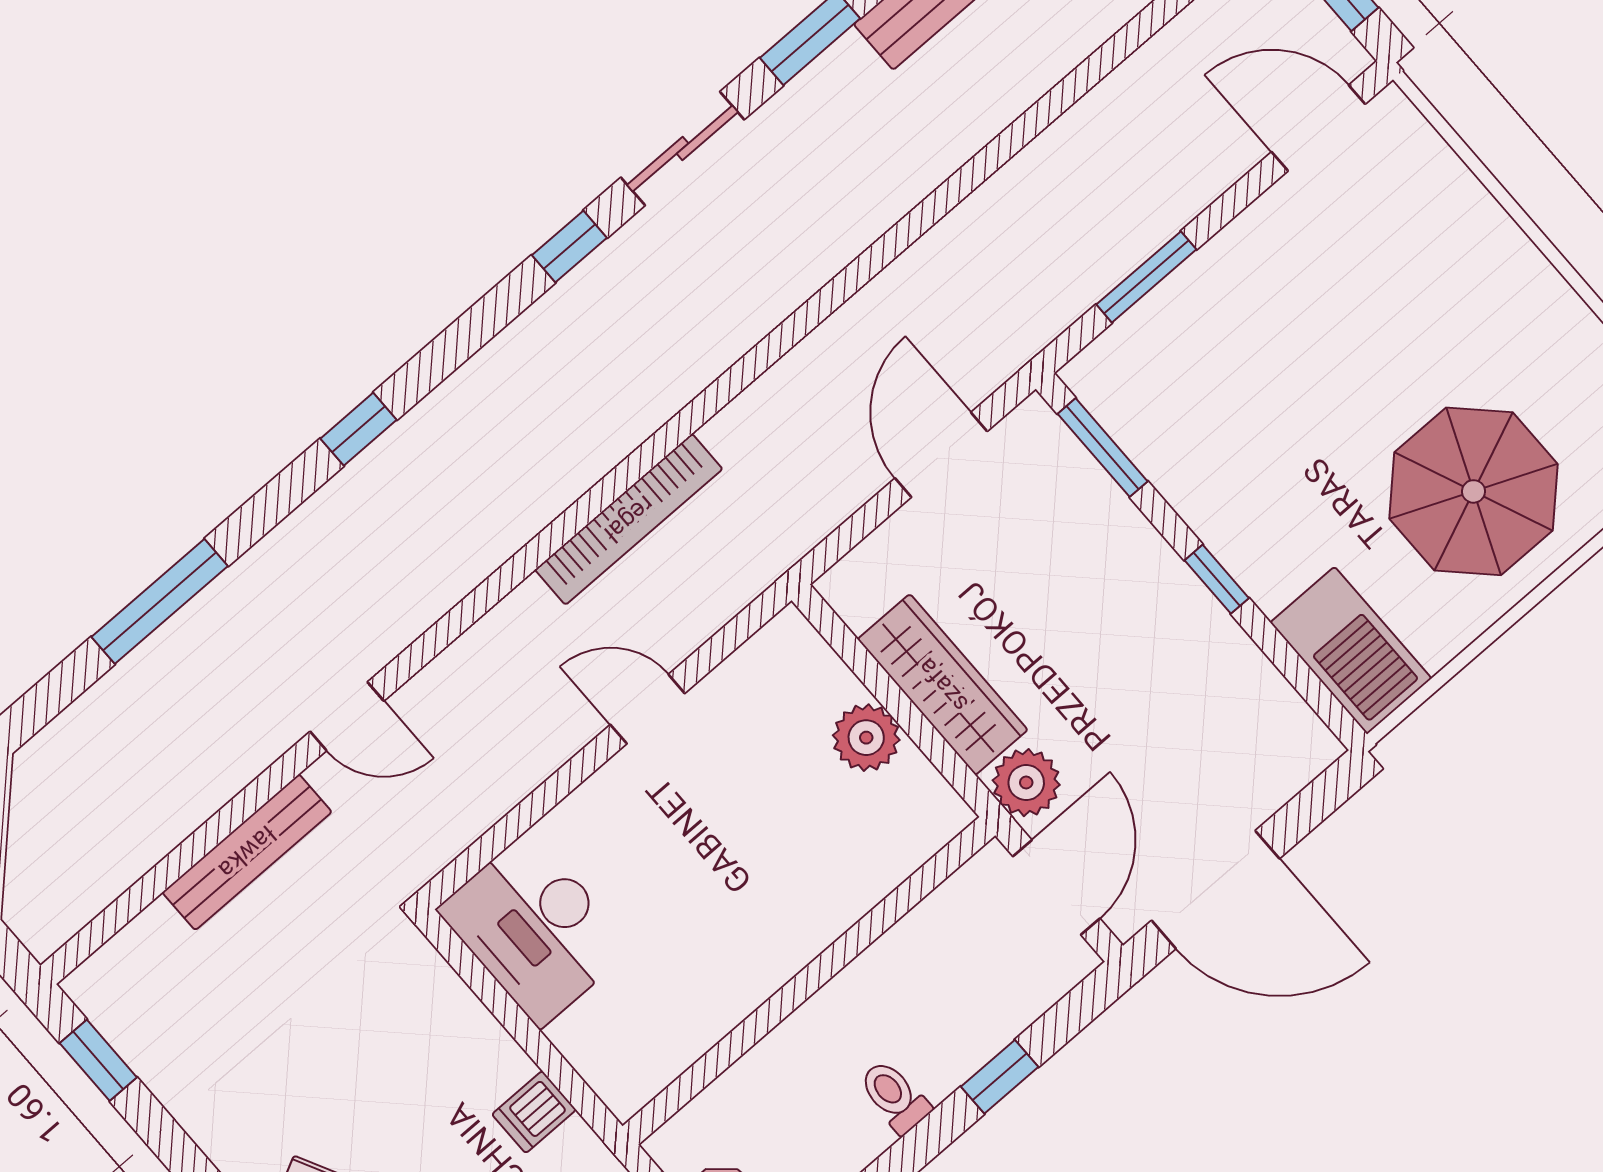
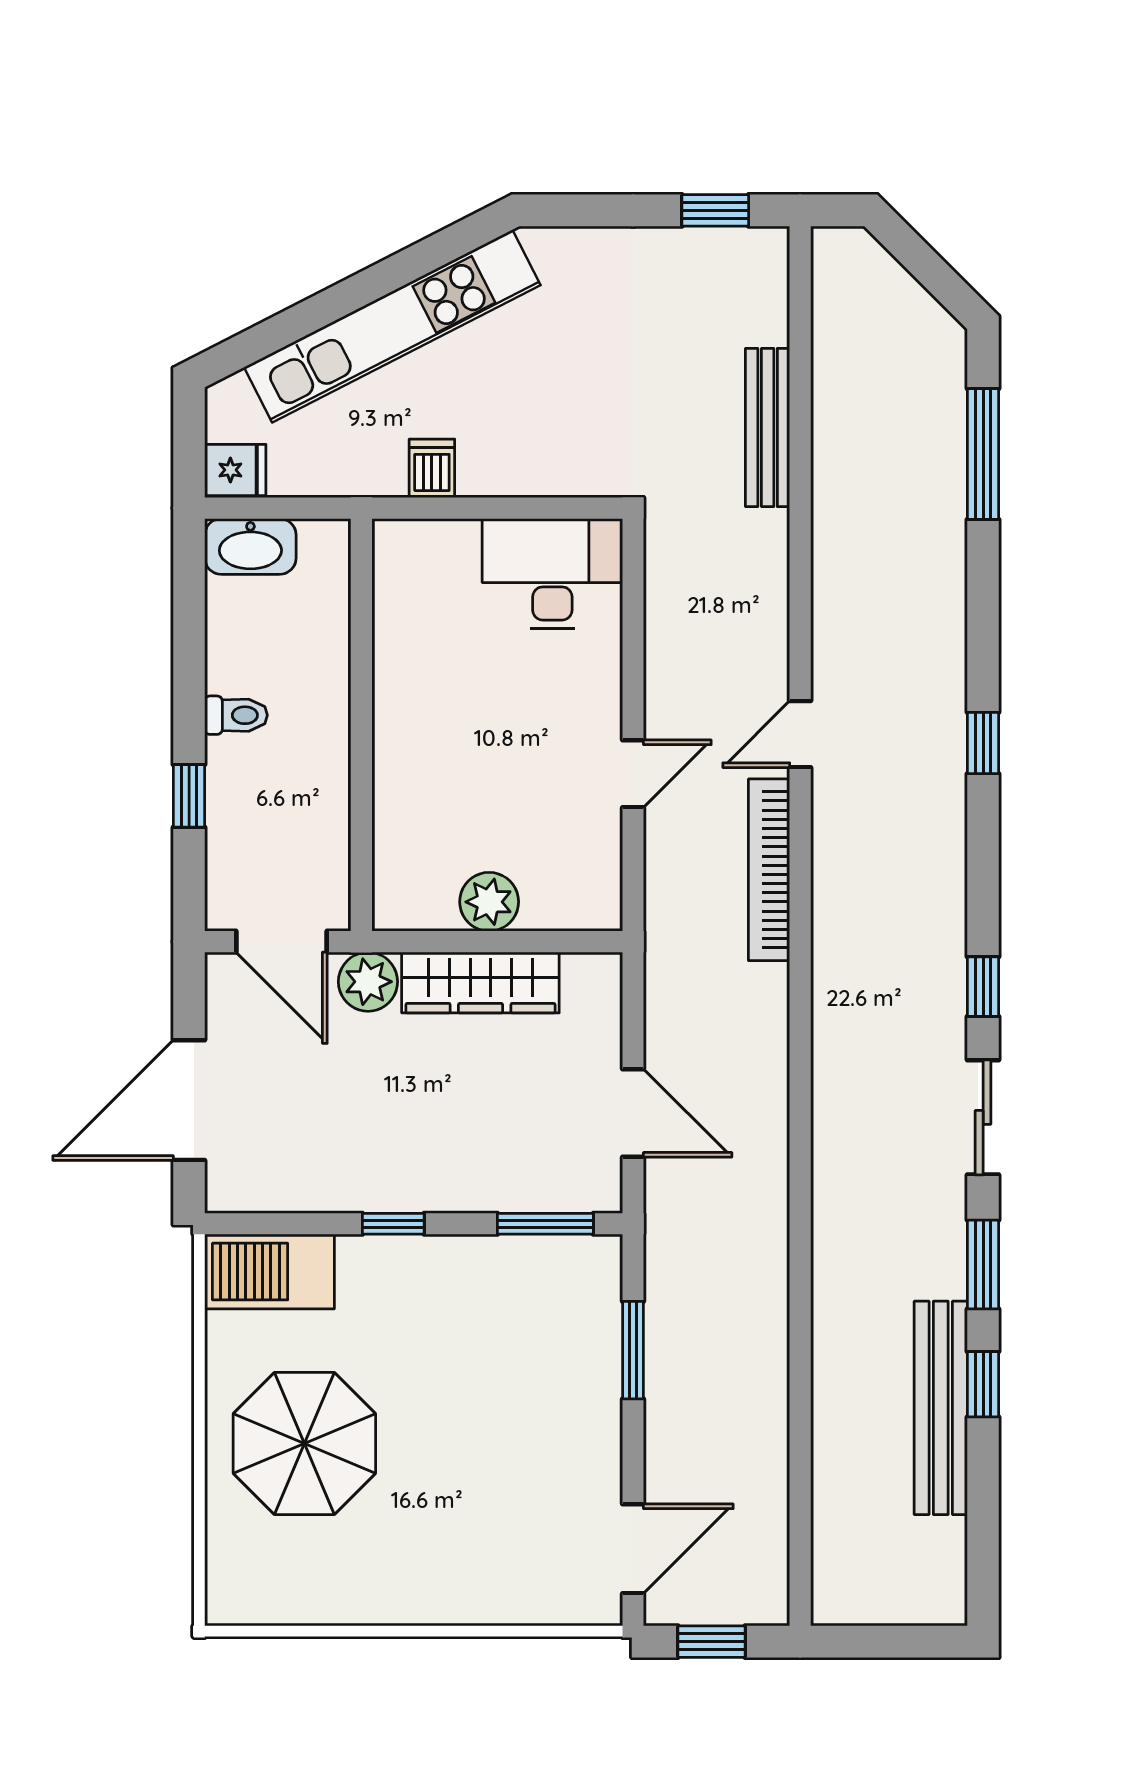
window: (160, 601) -> (983, 454), moved
door: (347, 716) -> (800, 734), moved
door: (1216, 890) -> (189, 1100), moved

